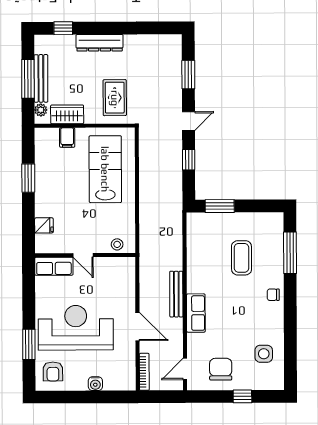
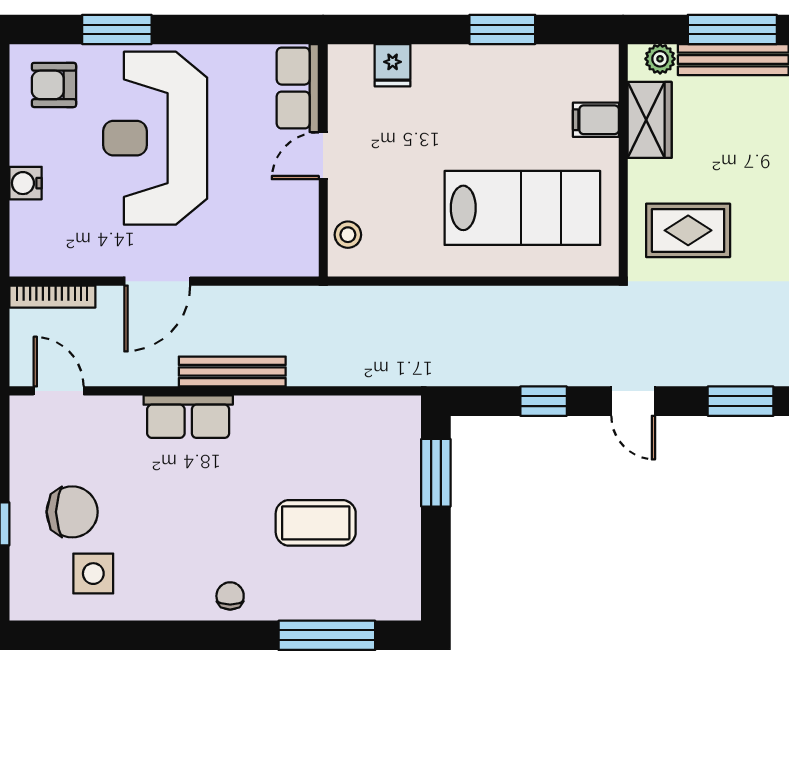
reception desk: (76, 328) -> (155, 138), turned 180
chair: (221, 369) -> (72, 512), moved

